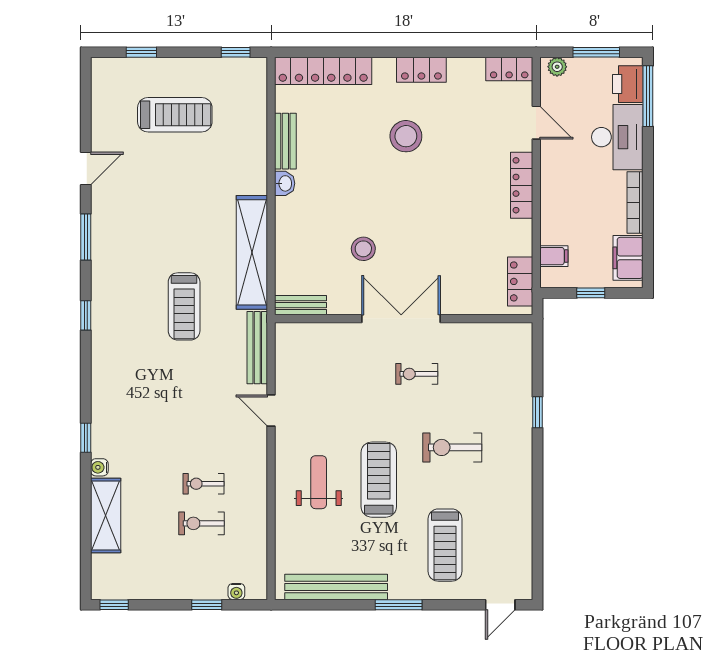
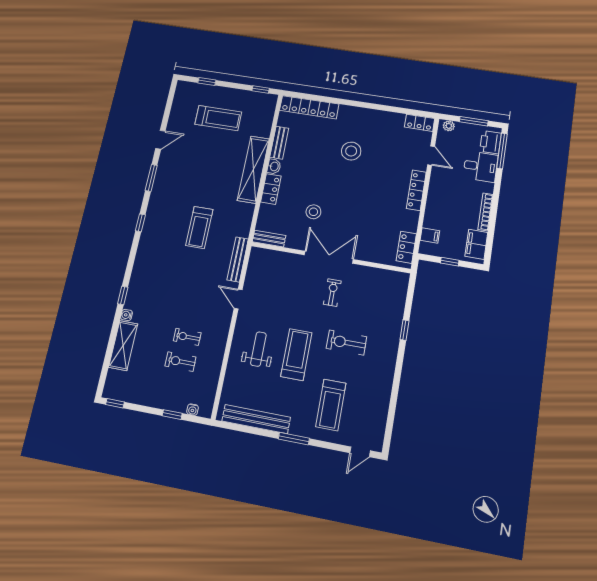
locker: (421, 70) -> (271, 189), moved, turned -90
desk: (617, 137) -> (480, 167), width x0.73
shelving: (252, 252) -> (253, 169), moved
exercise bike: (417, 374) -> (332, 293), turned 90

